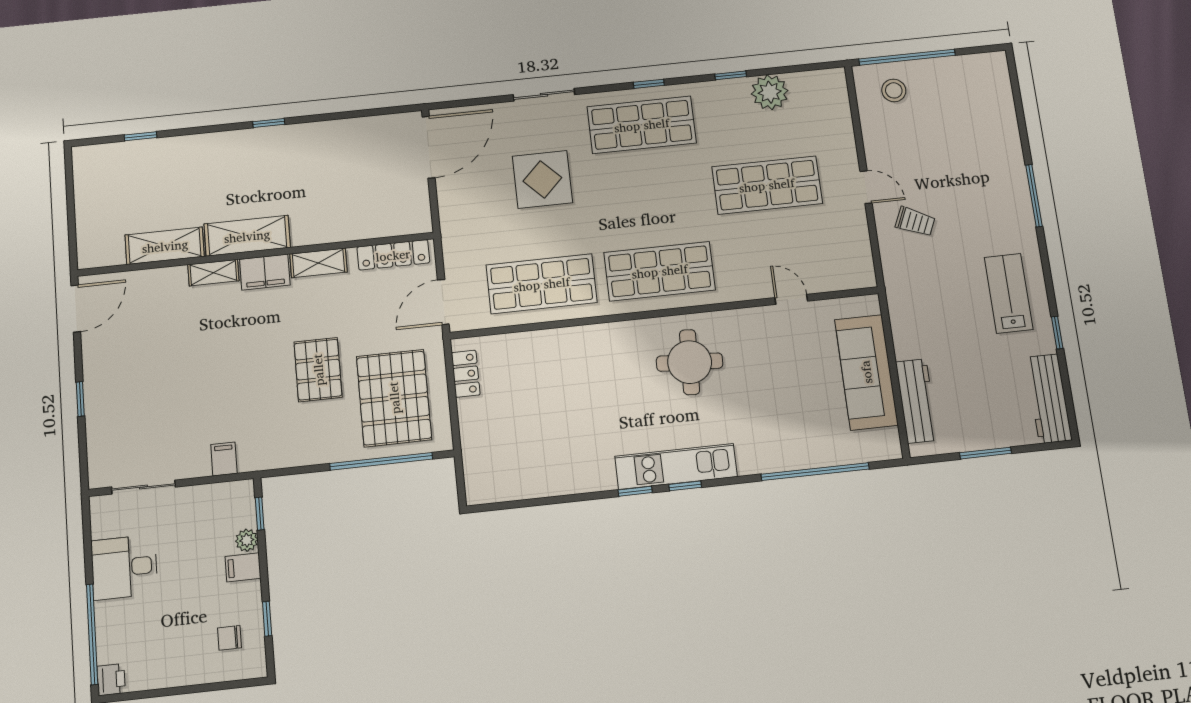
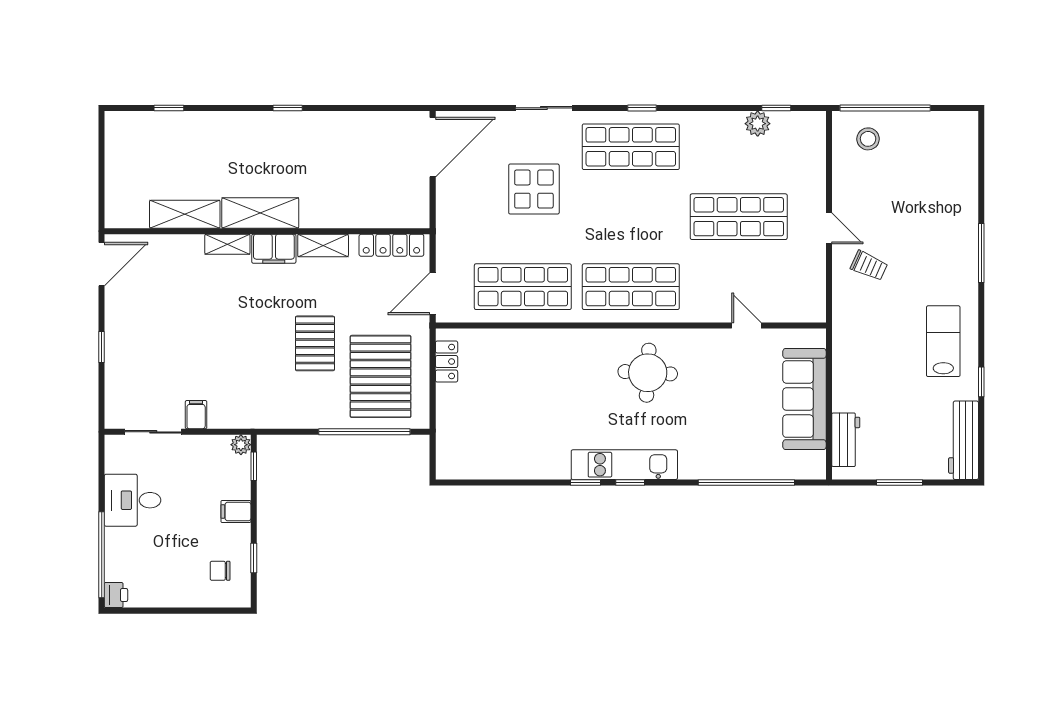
window: (731, 75) -> (776, 108), moved
plant: (770, 92) -> (758, 124), width x0.73, depth x0.73
workbench: (917, 401) -> (846, 440), width x0.73
filing cabinet: (224, 459) -> (196, 415), moved
plant: (247, 540) -> (241, 445), moved

